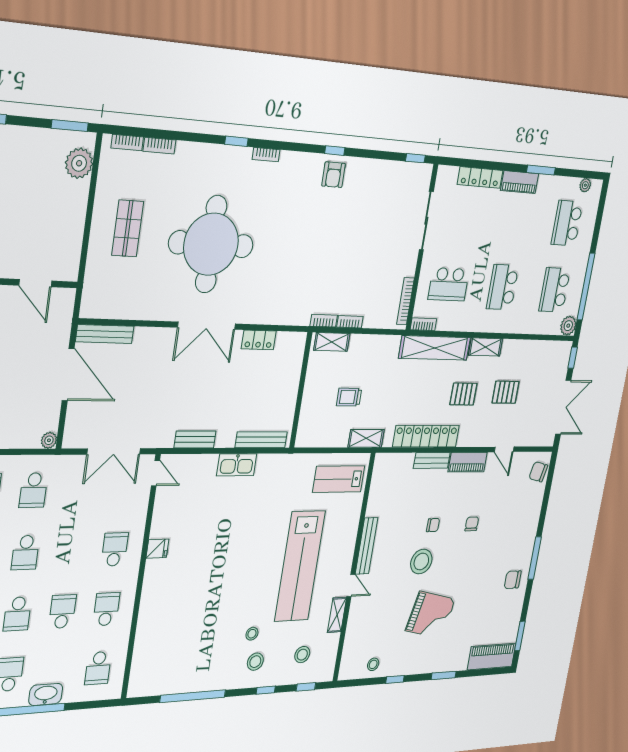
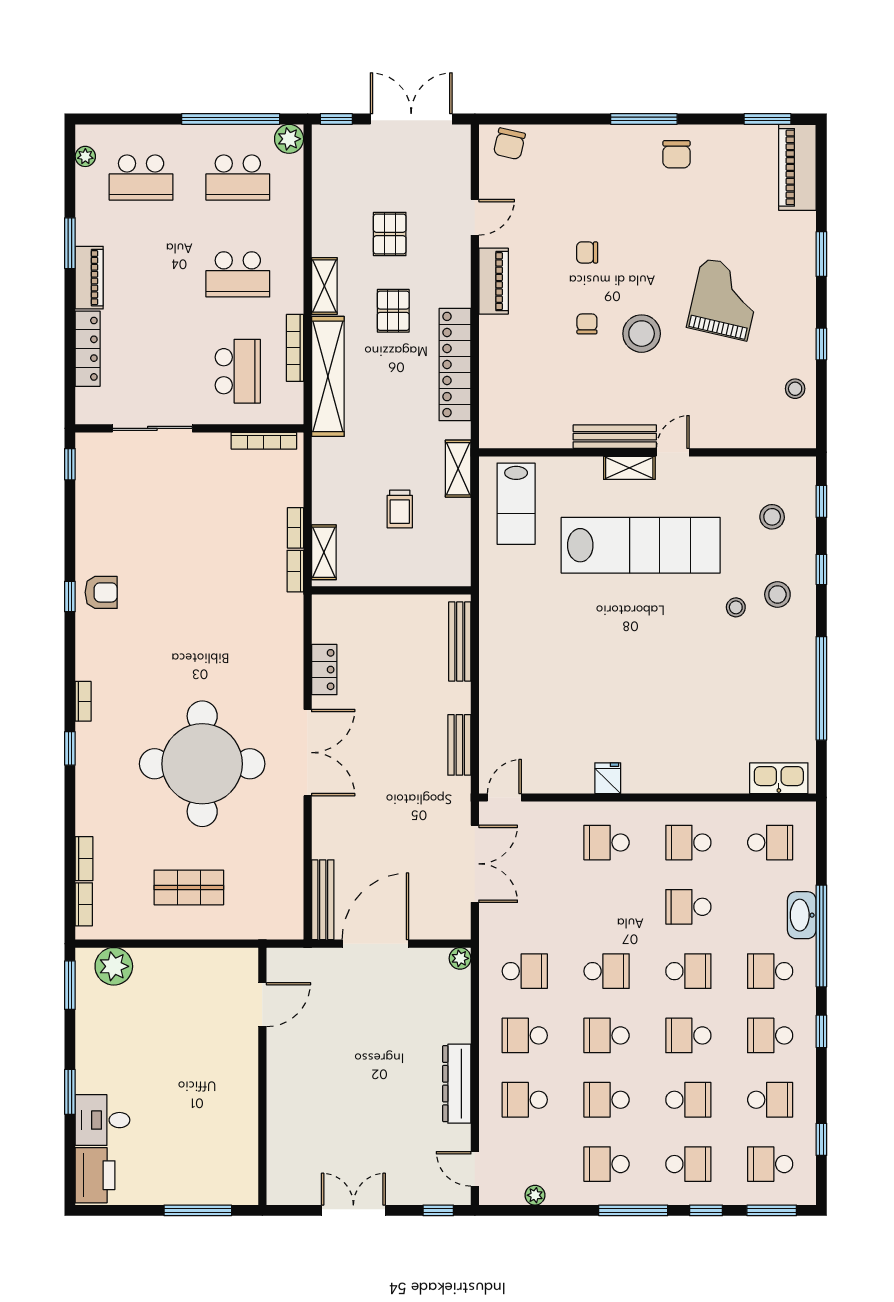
bookcase: (423, 324) -> (295, 348), moved, width x1.56
bench: (432, 460) -> (491, 347), removed
kitchen sink: (237, 465) -> (779, 778), moved, turned -90
shelving: (337, 615) -> (629, 468), moved

